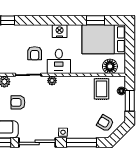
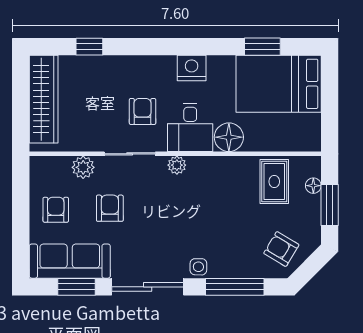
armchair: (35, 53) -> (143, 111), turned 180
floor lamp: (110, 66) -> (229, 137), moved
armchair: (18, 102) -> (110, 208), turned 90

